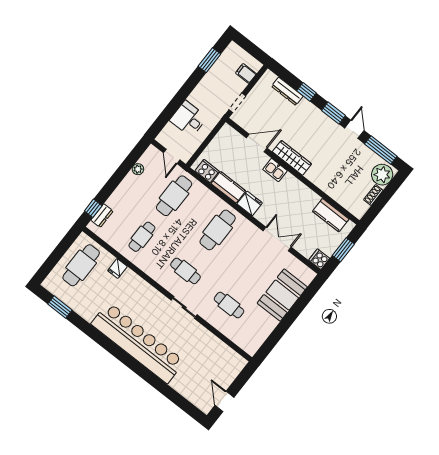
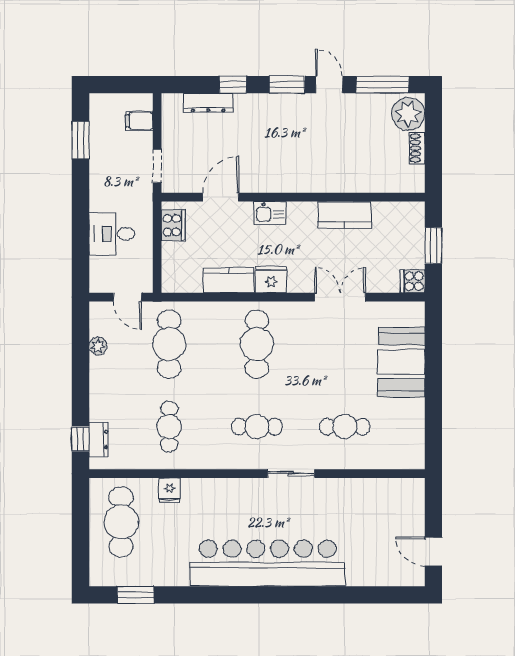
wardrobe: (292, 158) -> (279, 181), removed
cooker: (207, 171) -> (173, 225), moved, turned 90
kitchen counter: (331, 215) -> (345, 215), moved

